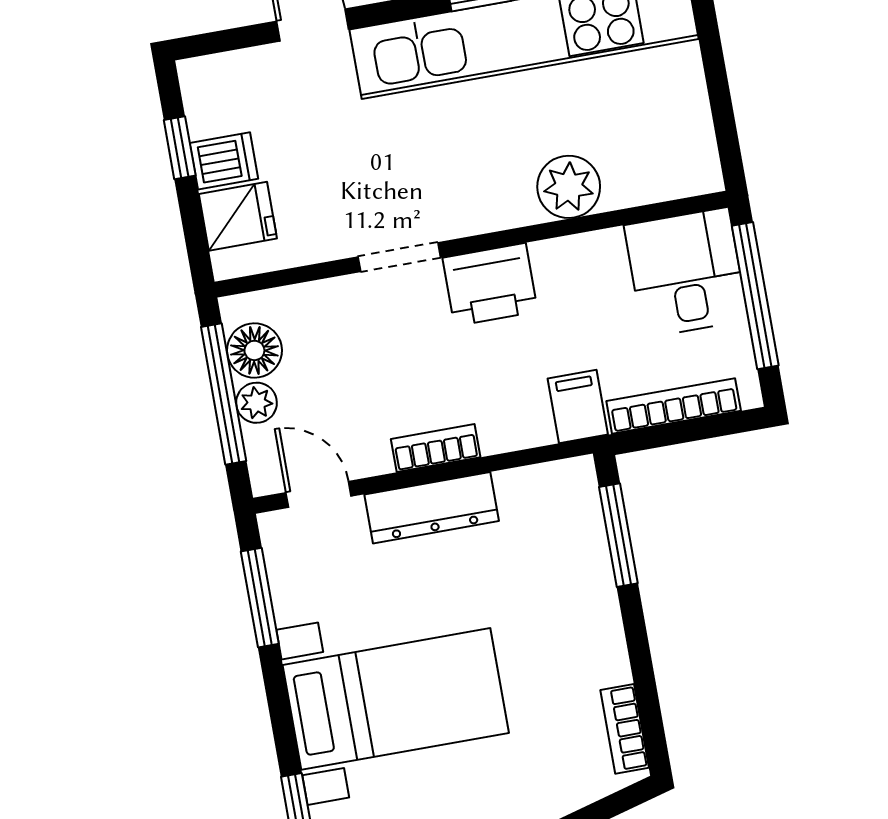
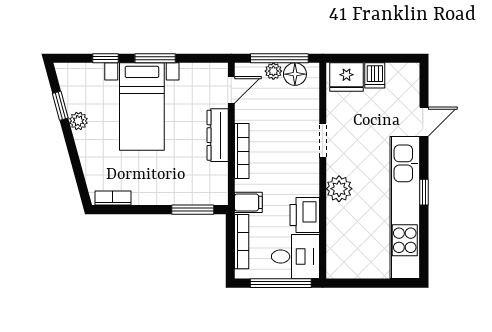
window: (180, 148) -> (383, 58), removed
plant: (569, 187) -> (339, 189), moved
fridge: (238, 216) -> (346, 77), width x1.38
printer: (490, 285) -> (305, 215), moved
bookcase: (436, 448) -> (242, 151), width x1.56
window: (260, 598) -> (155, 58), moved

